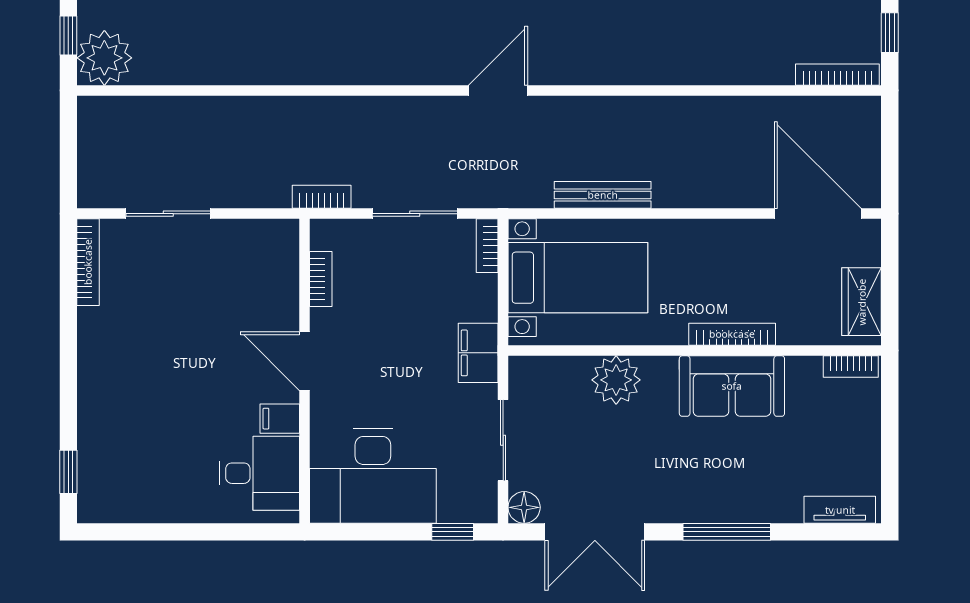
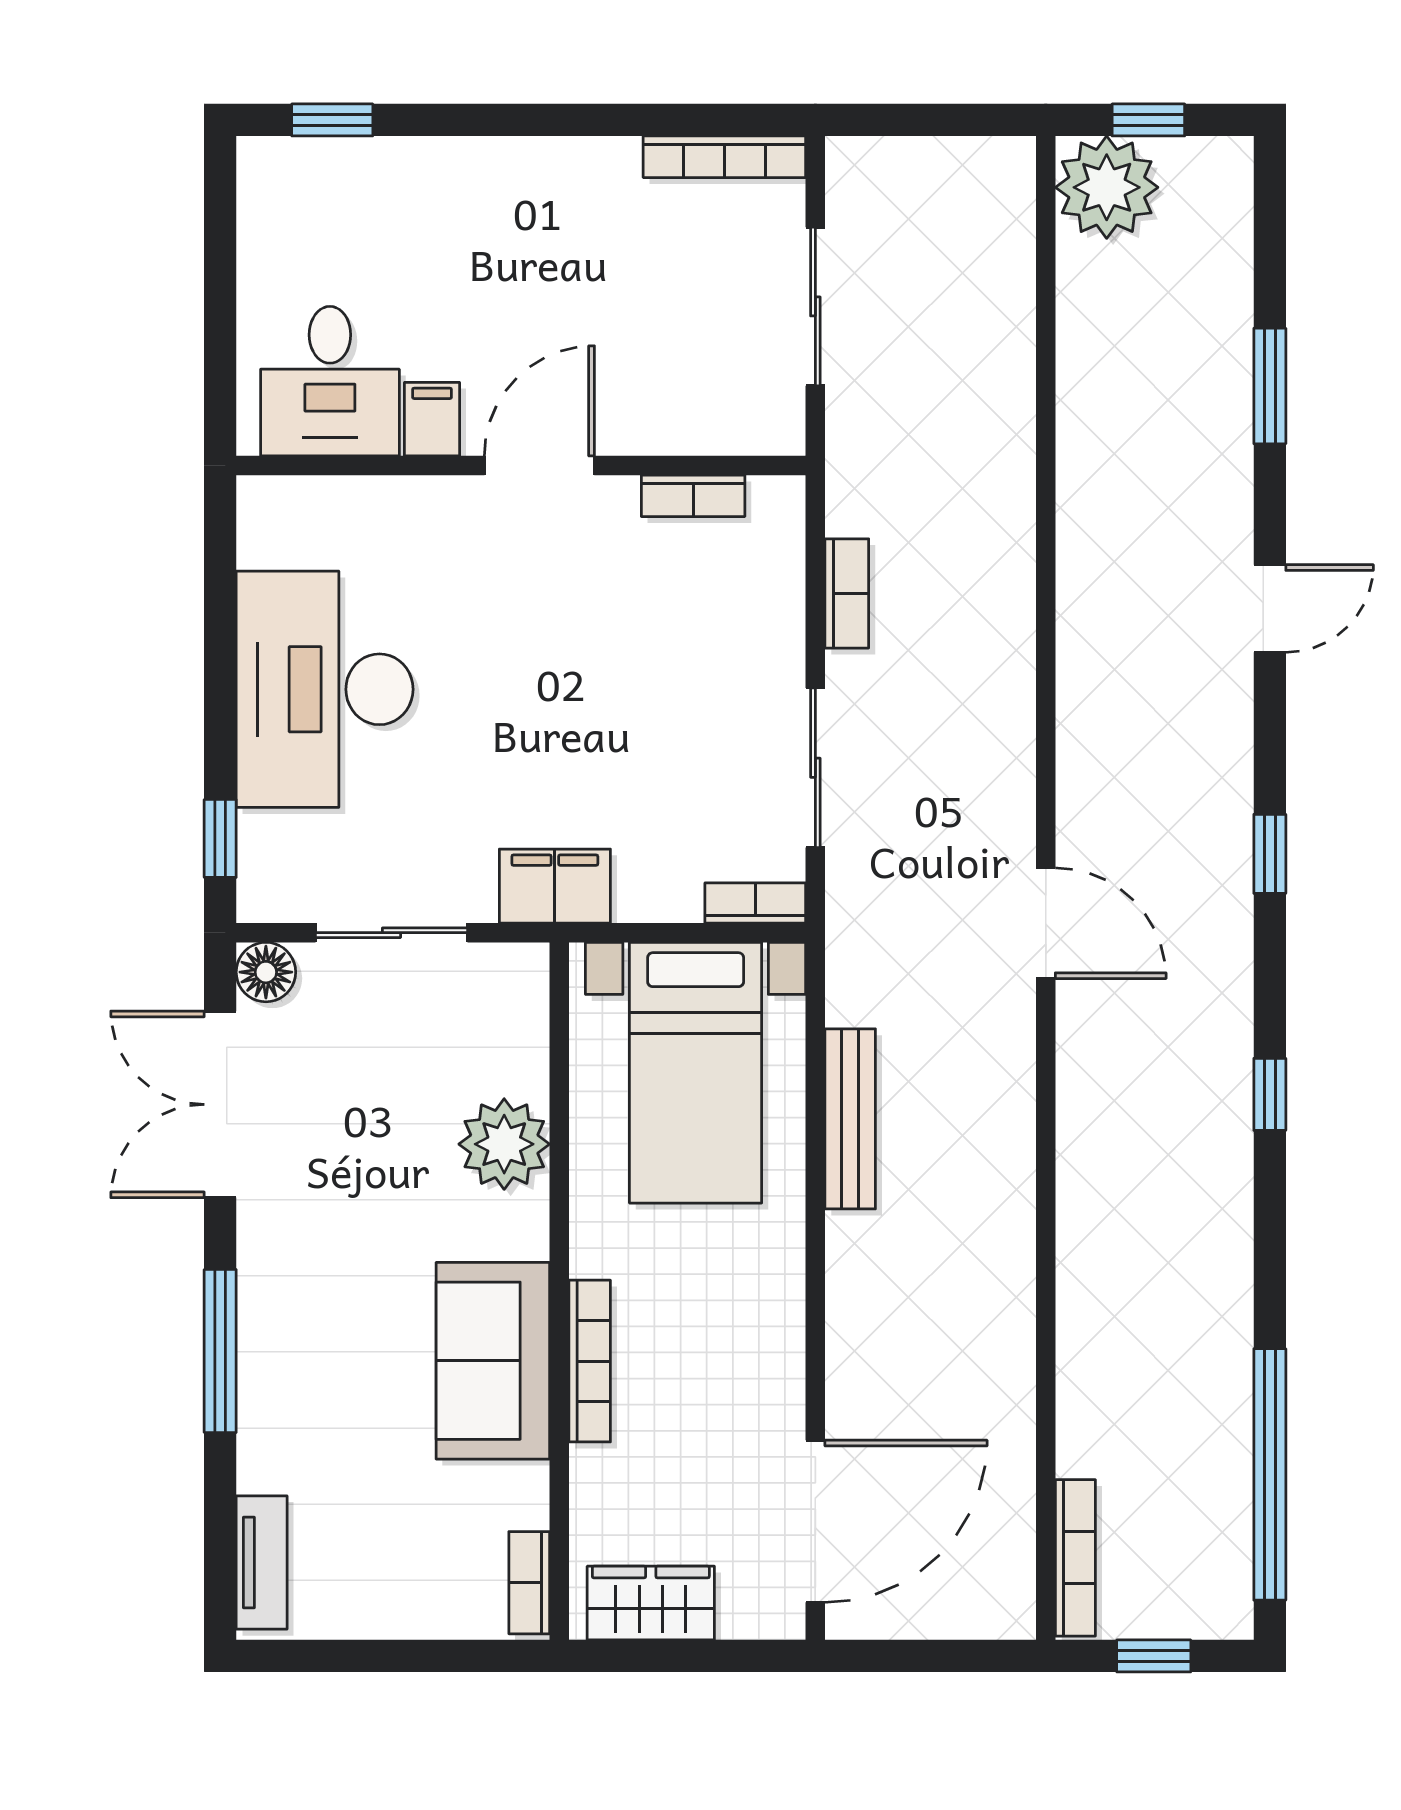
bookcase: (321, 279) -> (693, 496), moved
door: (305, 361) -> (539, 466), moved
wall: (305, 371) -> (521, 466), moved
filing cabinet: (280, 419) -> (432, 419), moved
desk: (259, 473) -> (330, 381), moved

